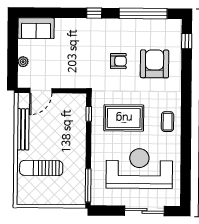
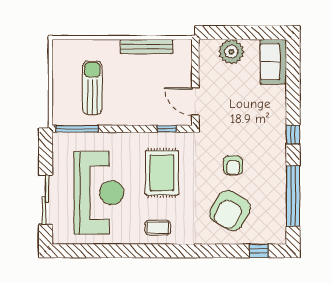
plant: (23, 62) -> (231, 52), width x1.88, depth x1.88
armchair: (154, 64) -> (230, 211), turned 119
door: (41, 91) -> (195, 102), moved
sun lounger: (41, 168) -> (92, 88), moved

